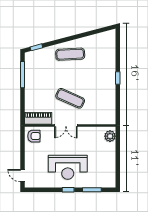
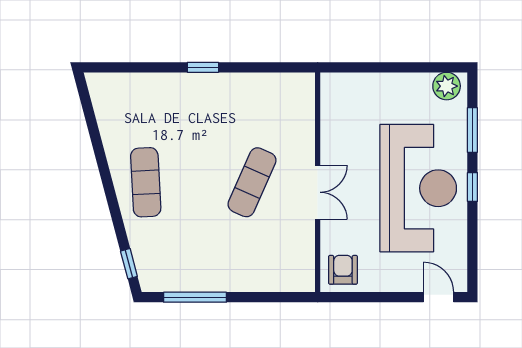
piano: (38, 118) -> (300, 259), removed
plant: (110, 136) -> (447, 86), moved
reception desk: (68, 167) -> (418, 188), width x1.36, depth x1.30
door: (23, 176) -> (439, 297), swing flipped

